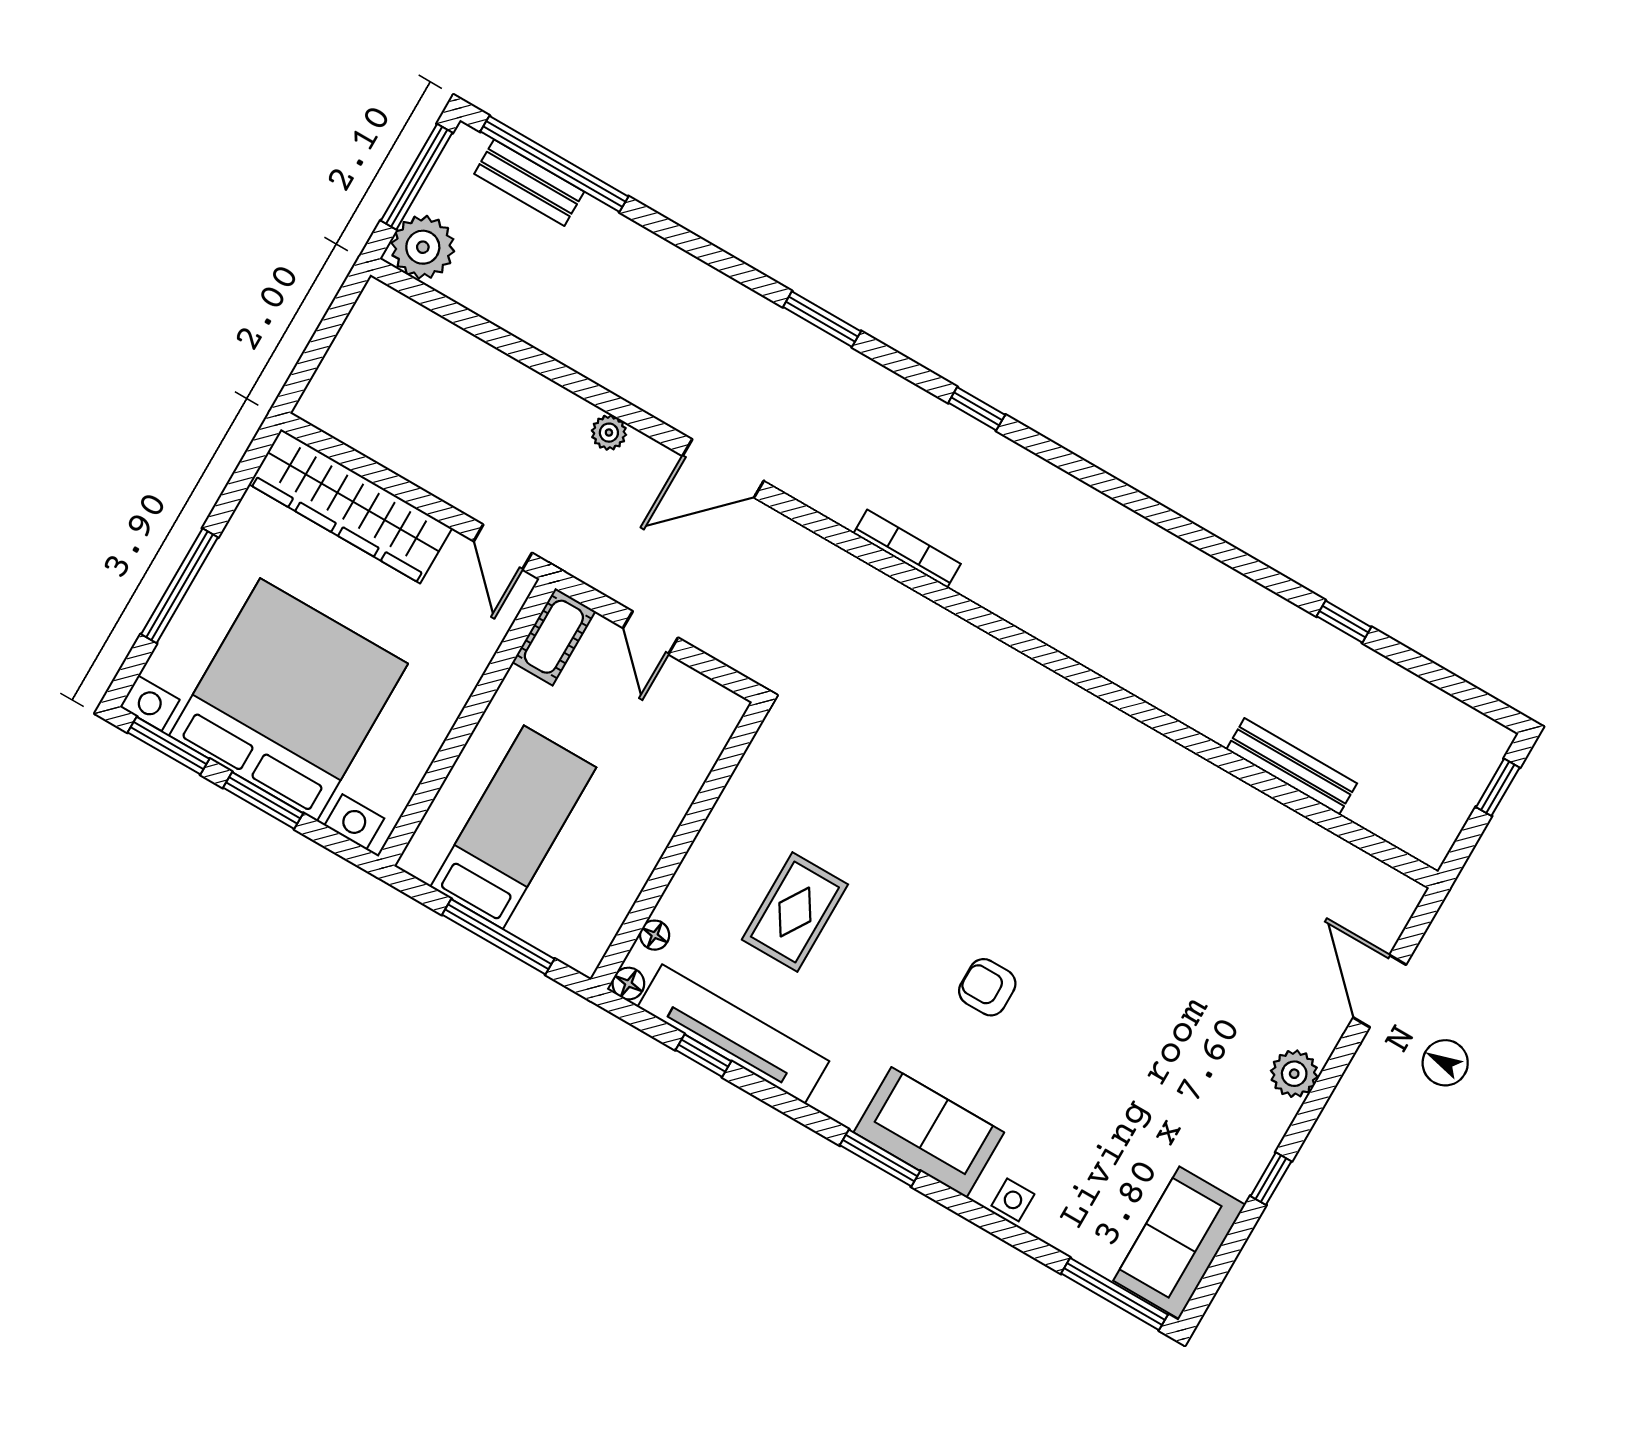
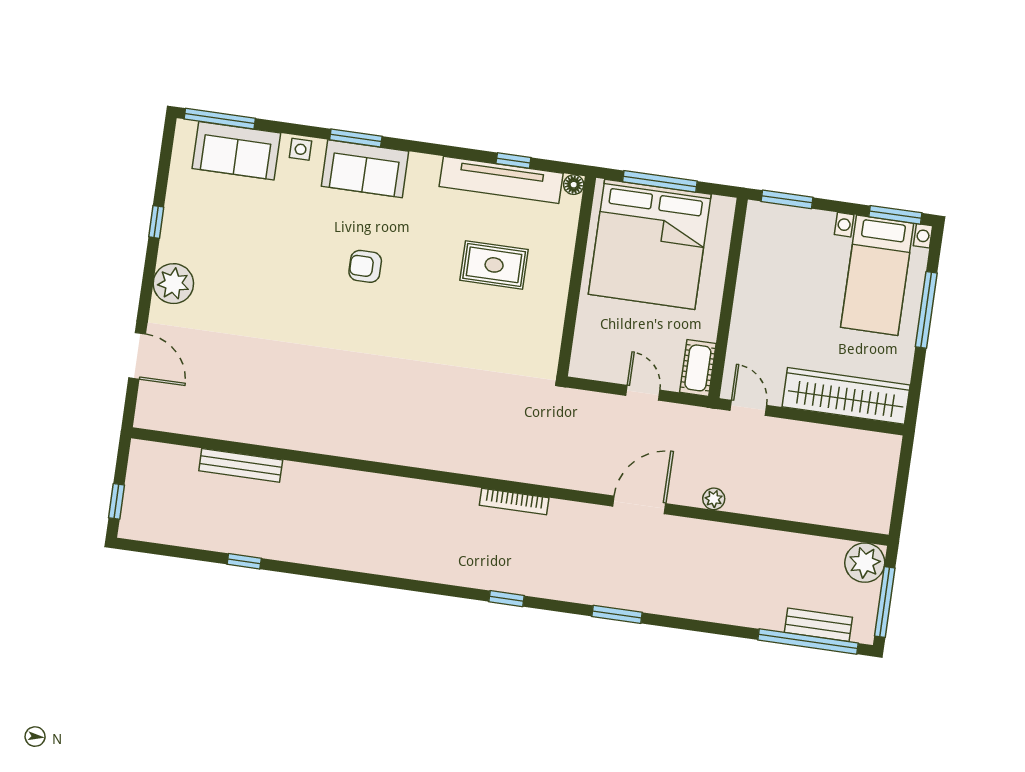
bed with nightstands: (289, 700) -> (877, 275), width x0.54
window: (263, 800) -> (787, 199), moved
bed: (513, 827) -> (650, 244), width x2.04
rug: (795, 912) -> (494, 265), turned 90
floor lamp: (655, 935) -> (570, 219), removed
armchair: (987, 987) -> (365, 266), turned 180
plant: (1294, 1074) -> (173, 284), width x1.36, depth x1.36
window: (880, 1158) -> (356, 138), moved
sofa: (1179, 1243) -> (236, 151), moved, turned 90

